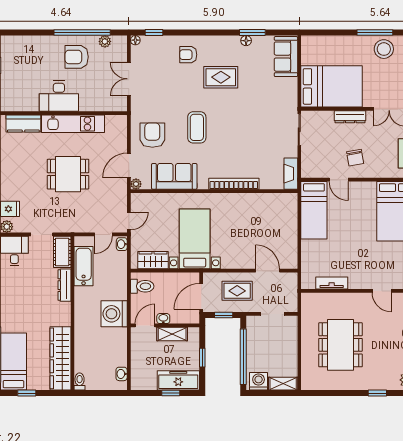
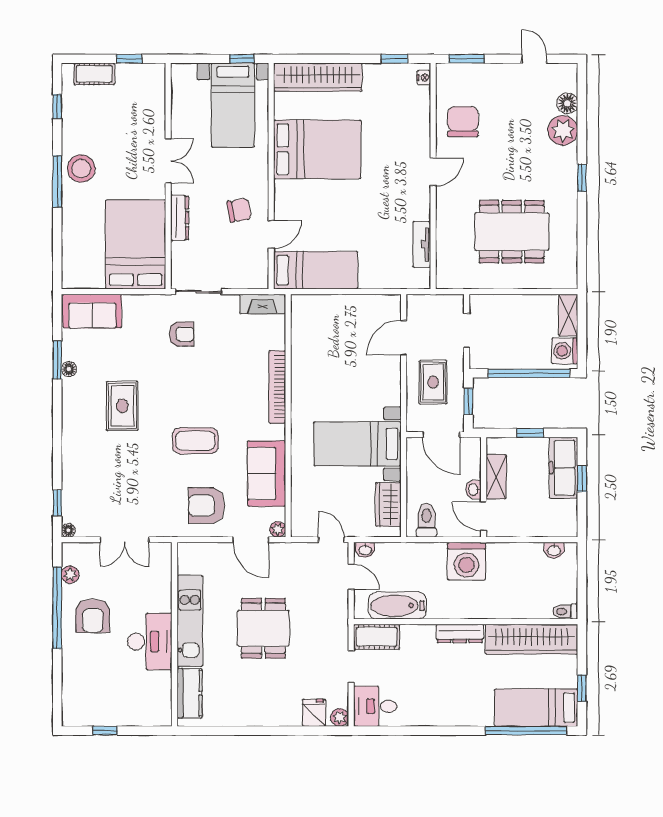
armchair: (188, 55) -> (181, 334), moved, turned -90
dresser: (64, 285) -> (460, 633), moved

